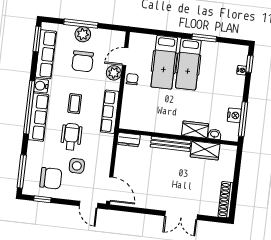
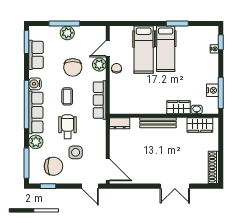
row of seats: (46, 54) -> (36, 55), width x0.68
chair: (83, 61) -> (73, 67), moved
plant: (35, 149) -> (36, 142), added
wardrobe: (205, 150) -> (200, 125), moved

